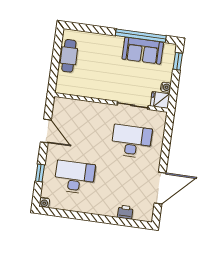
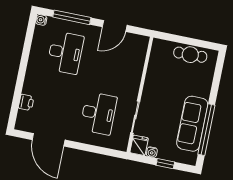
sofa: (143, 51) -> (192, 124), width x1.36
window: (178, 61) -> (165, 164), moved
window: (40, 173) -> (72, 17), width x2.17

